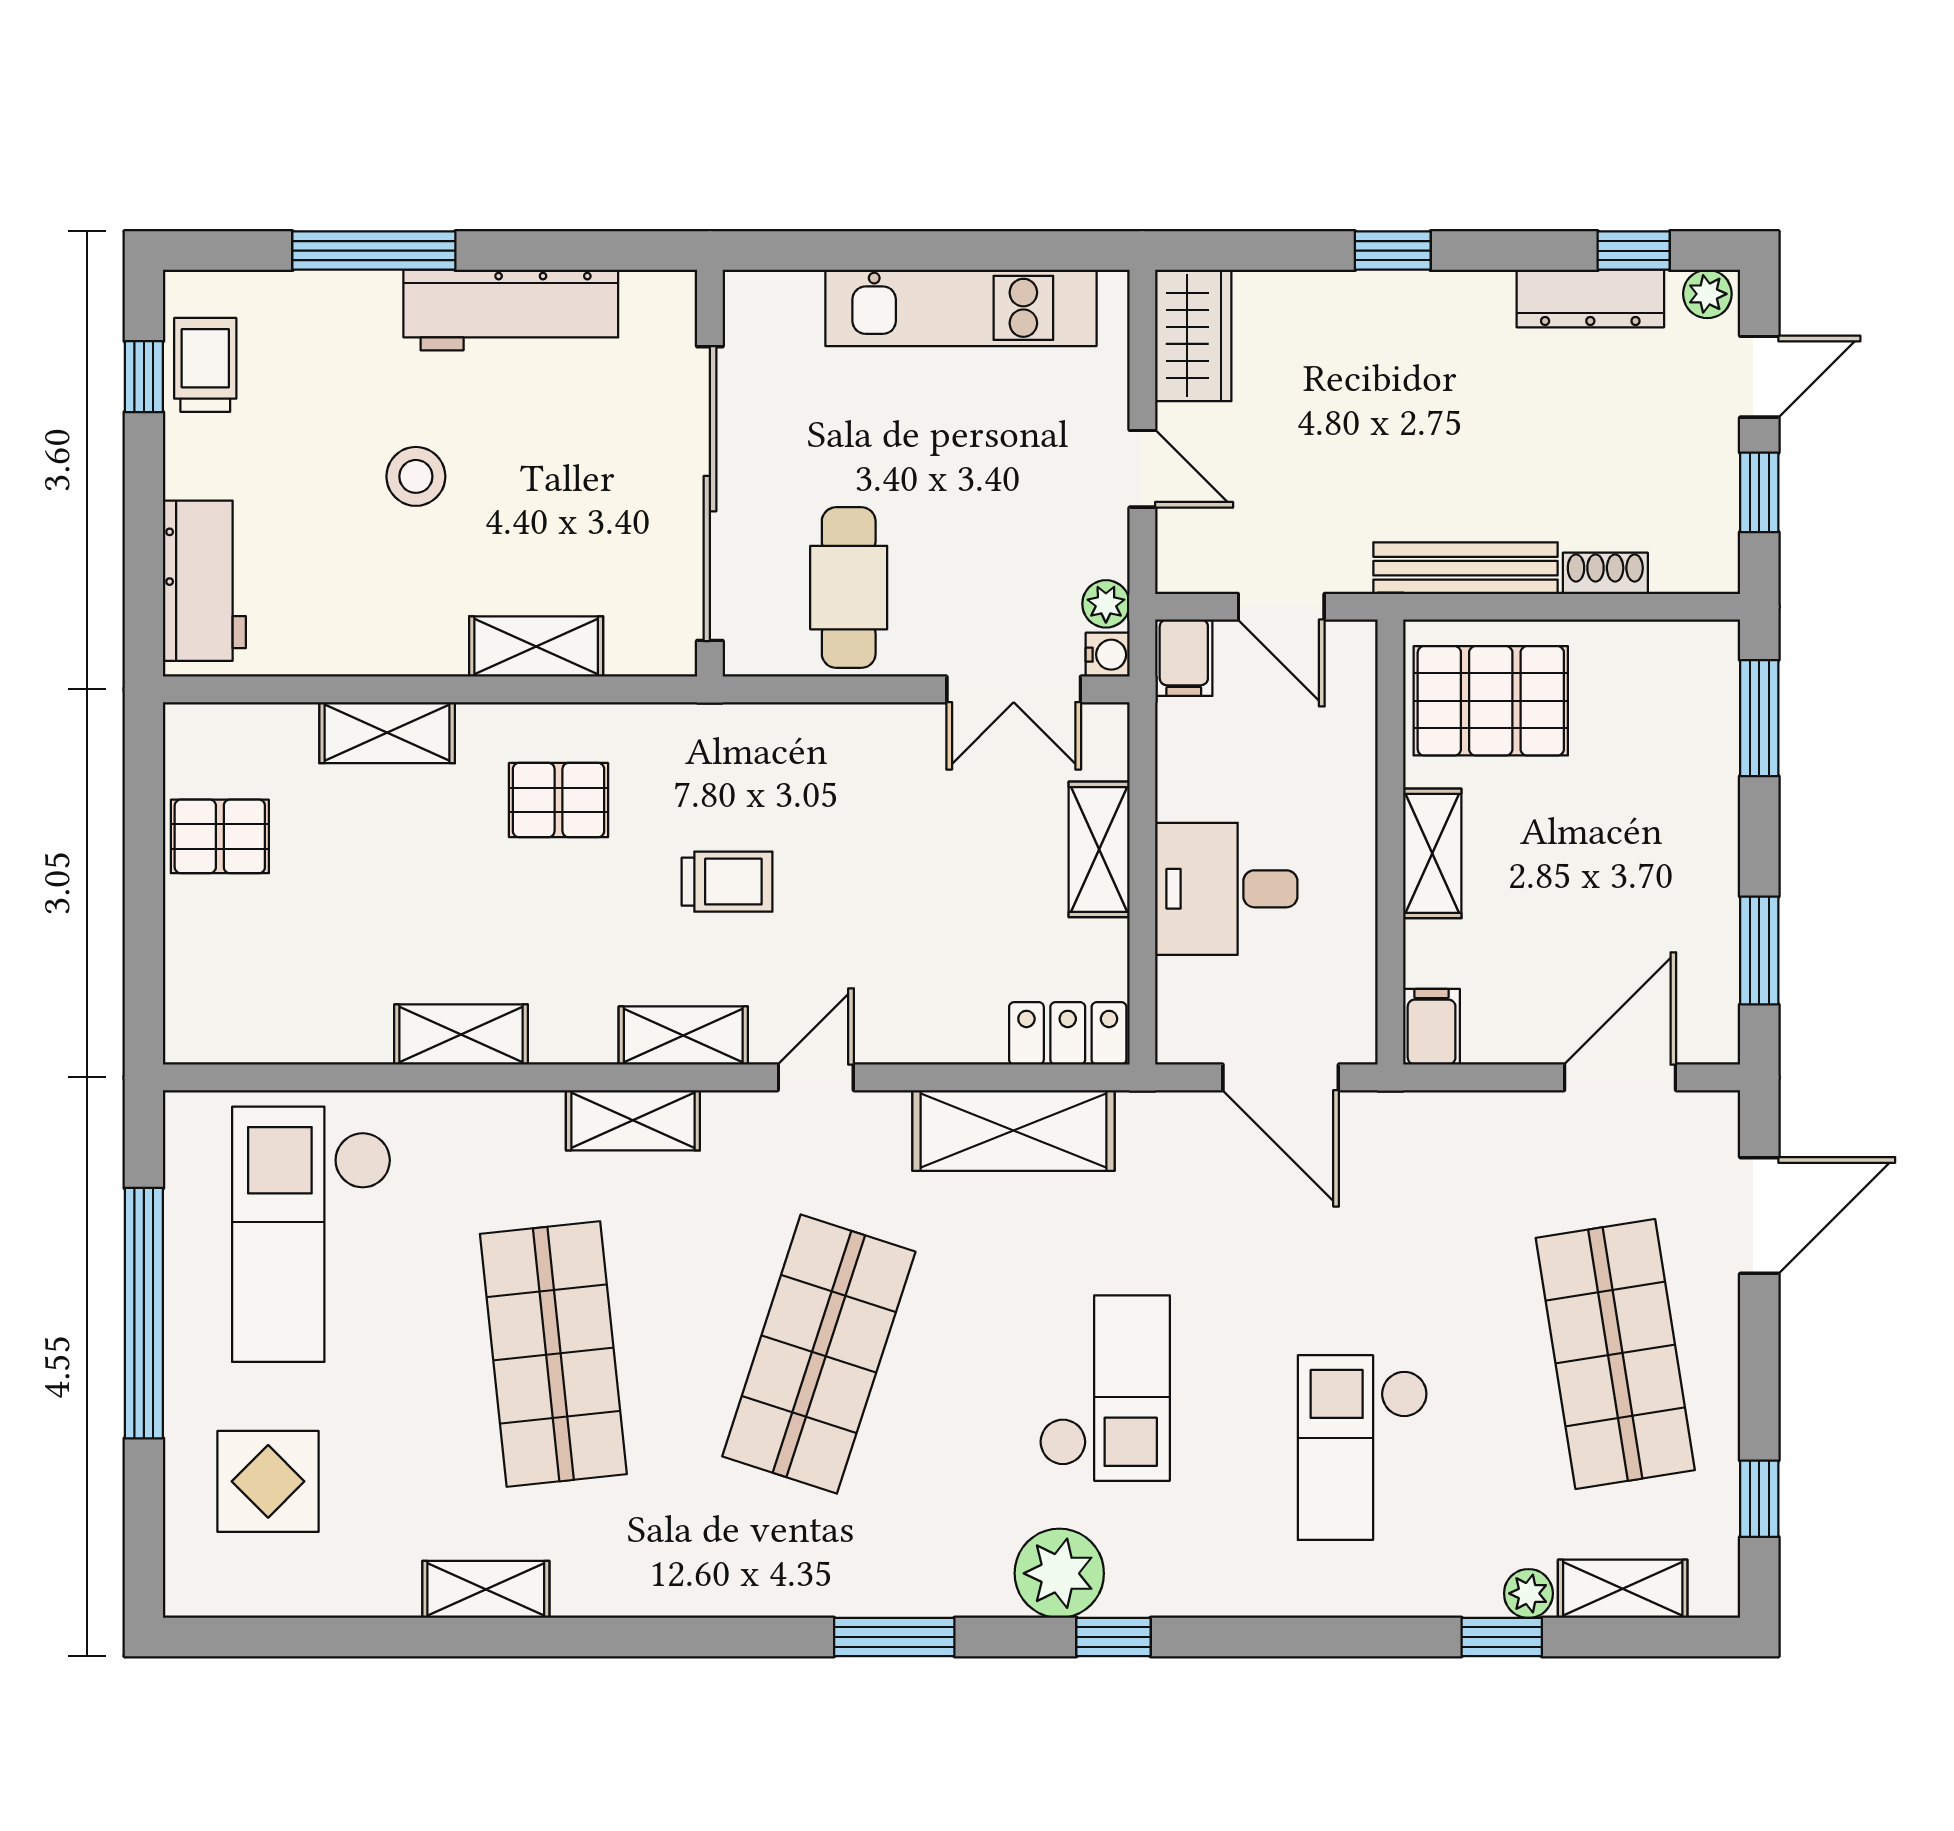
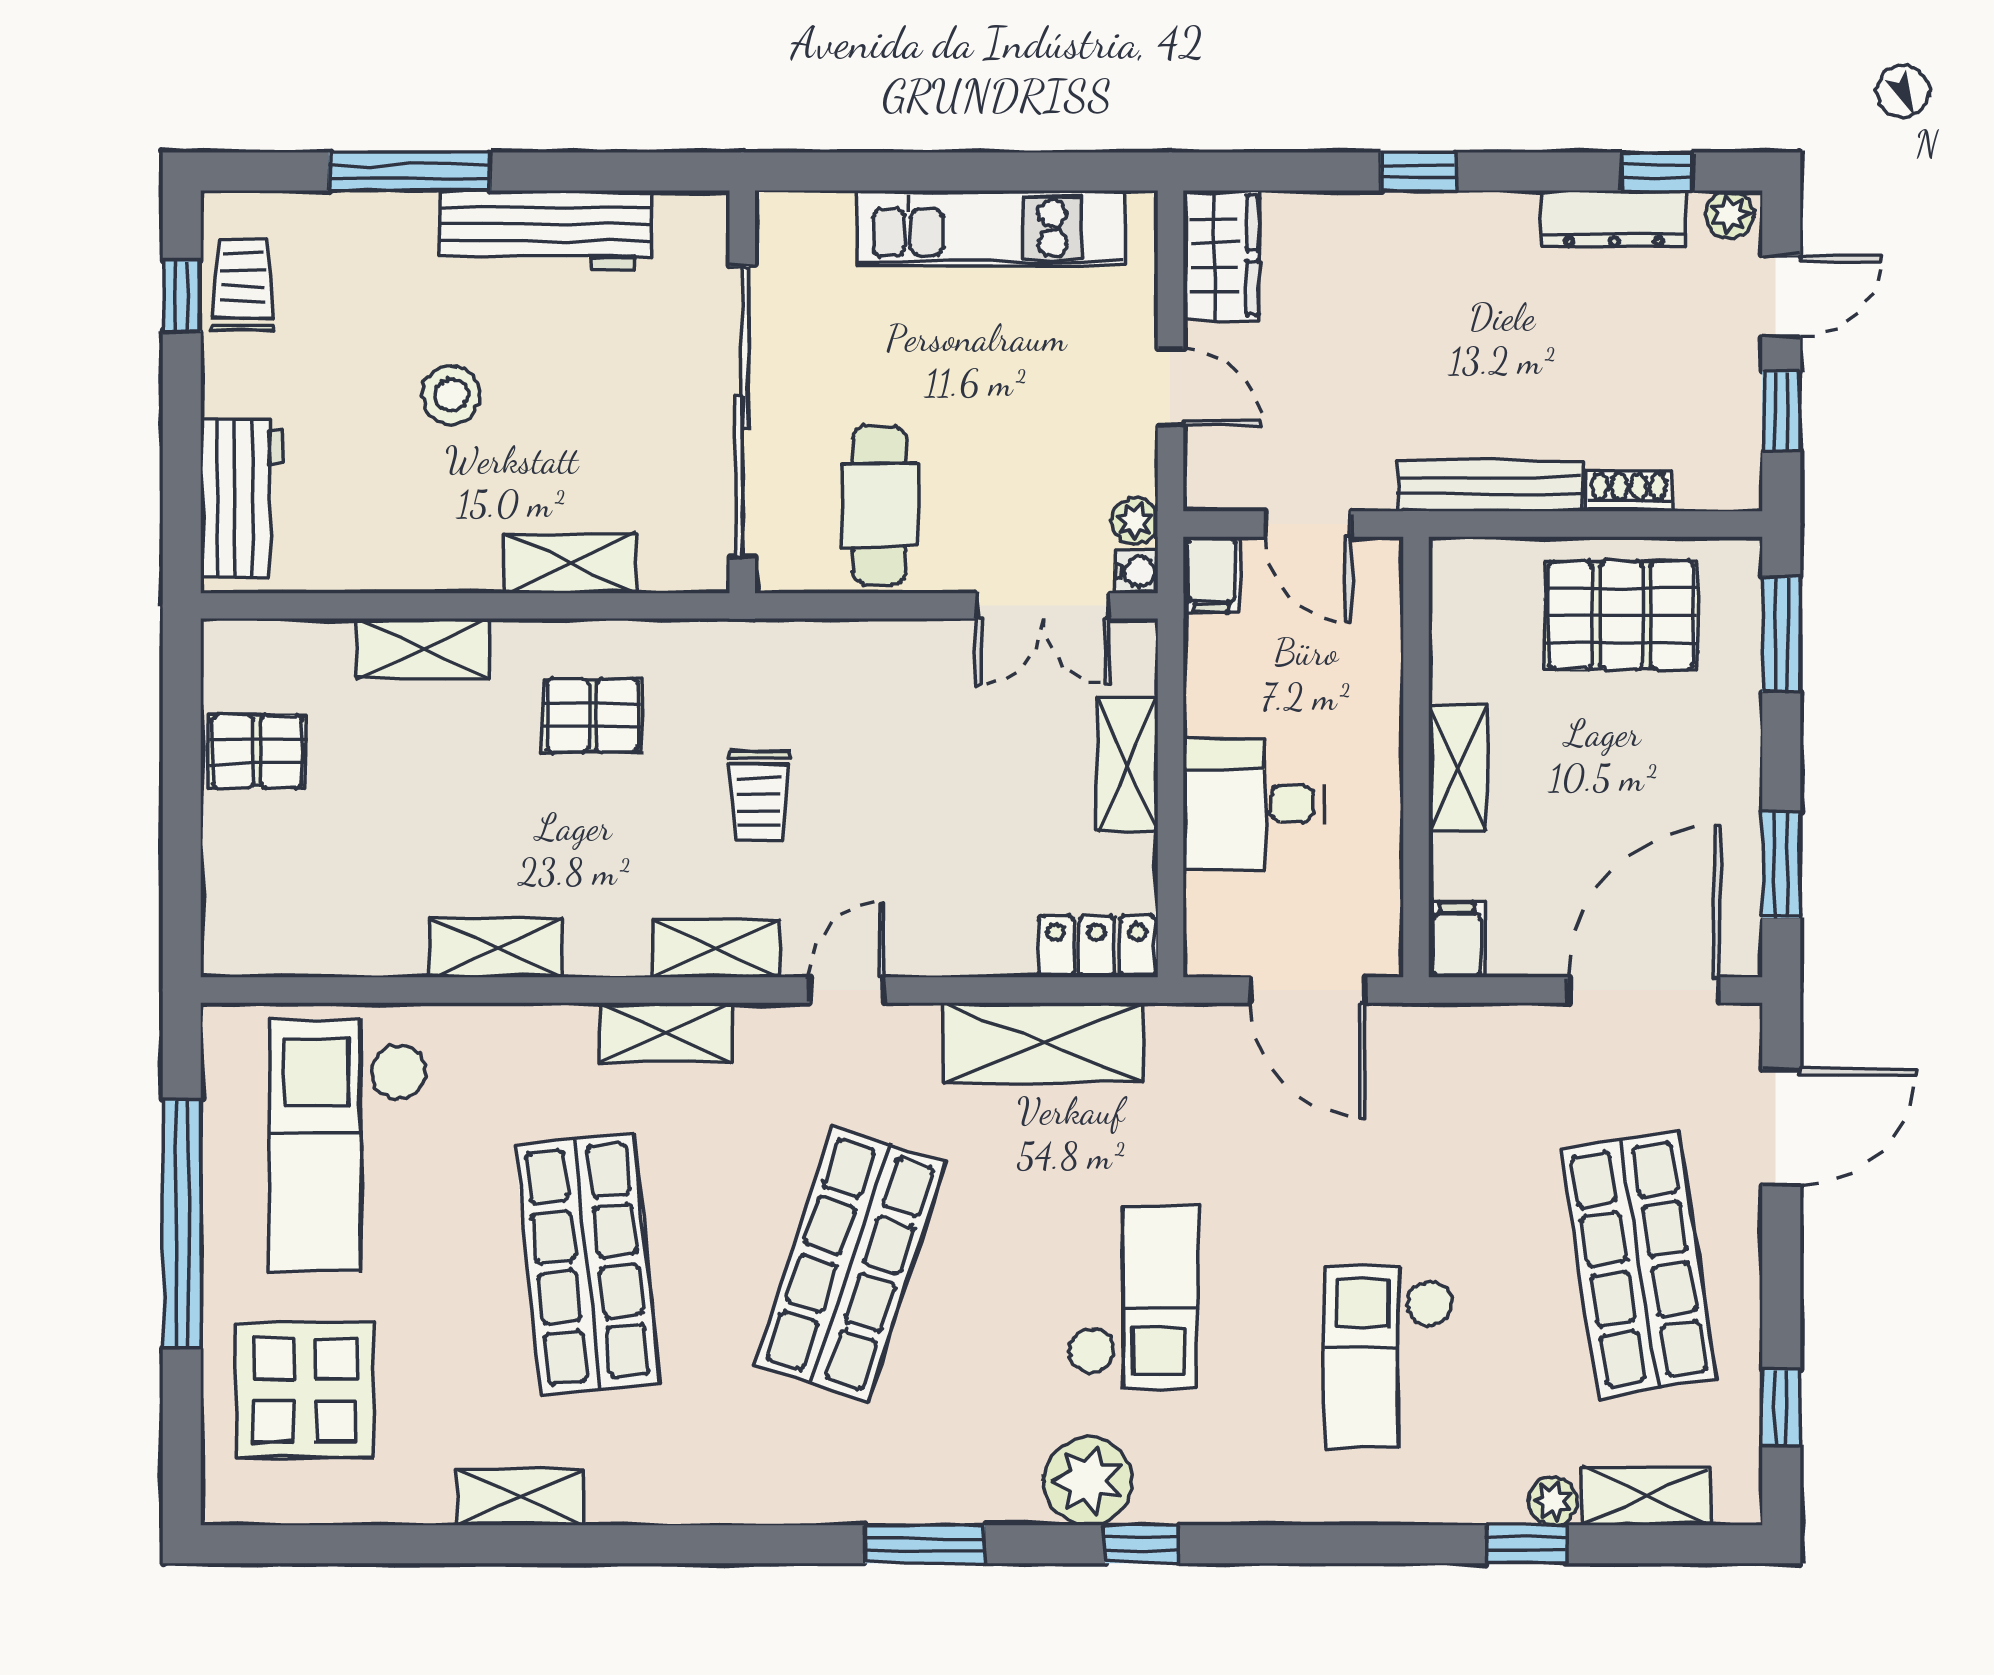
pallet: (1491, 701) -> (1621, 615), moved
trolley: (727, 882) -> (759, 796), turned 90
door: (1620, 1077) -> (1643, 990), width x1.36
display table: (268, 1481) -> (305, 1390), width x1.36, depth x1.36

